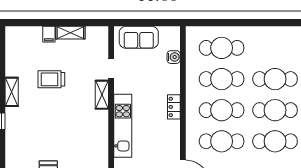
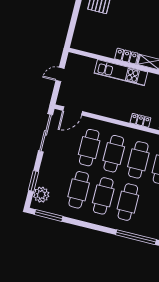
locker: (174, 107) -> (140, 120), moved
locker: (101, 124) -> (126, 56), added

